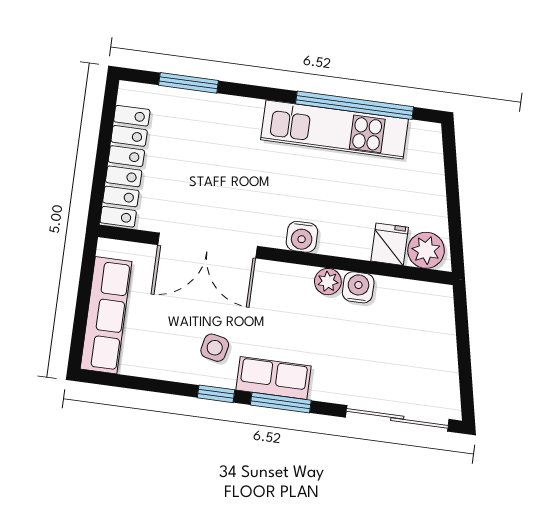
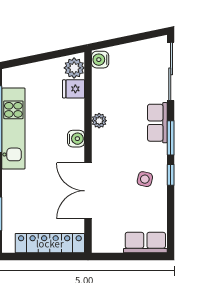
double door: (208, 245) -> (88, 191), swing flipped
water cooler: (358, 287) -> (100, 60), moved
row of seats: (106, 315) -> (145, 243), width x0.68
row of seats: (274, 378) -> (157, 123), moved

